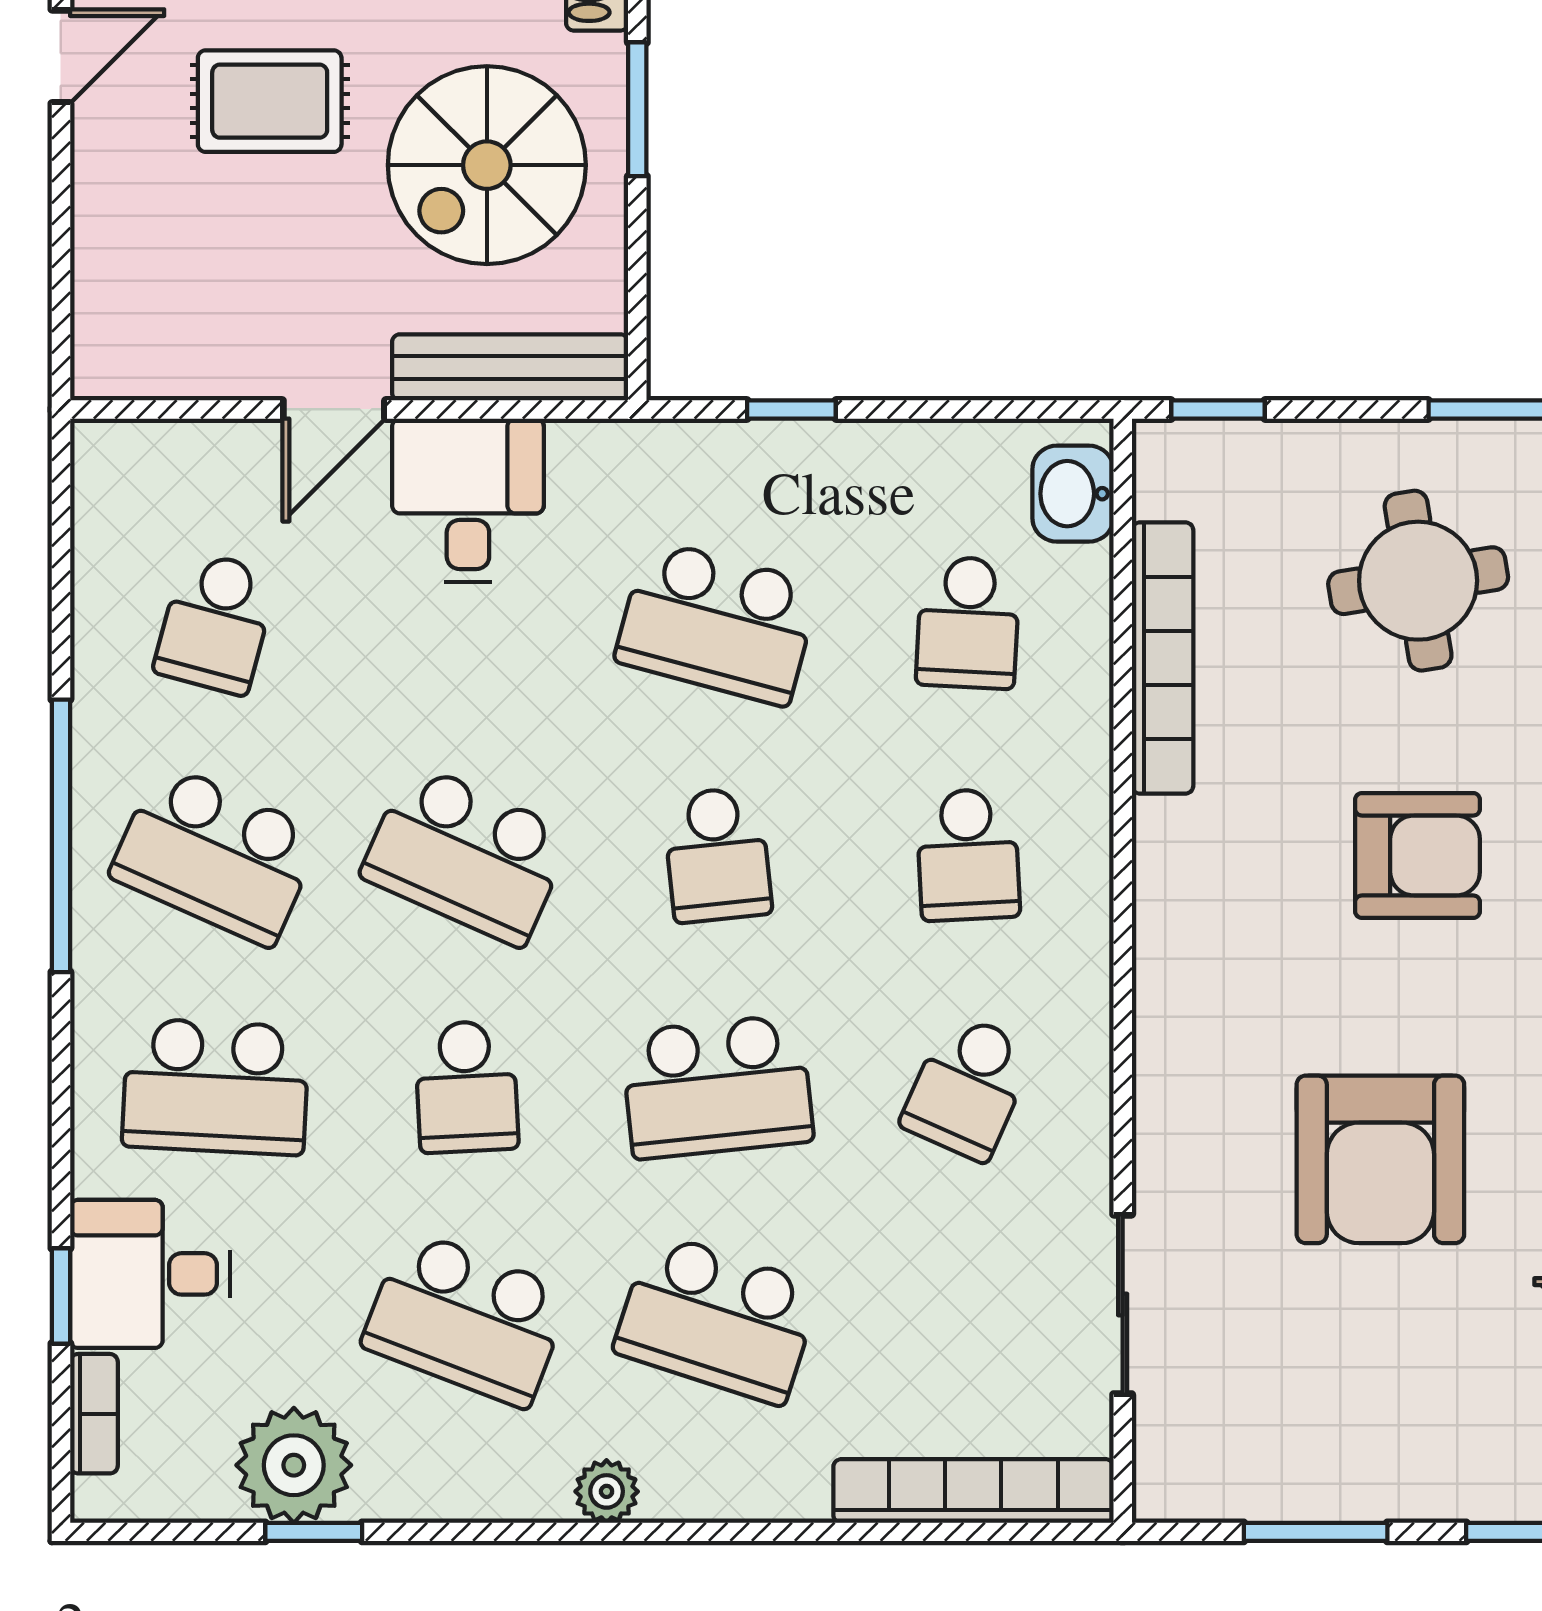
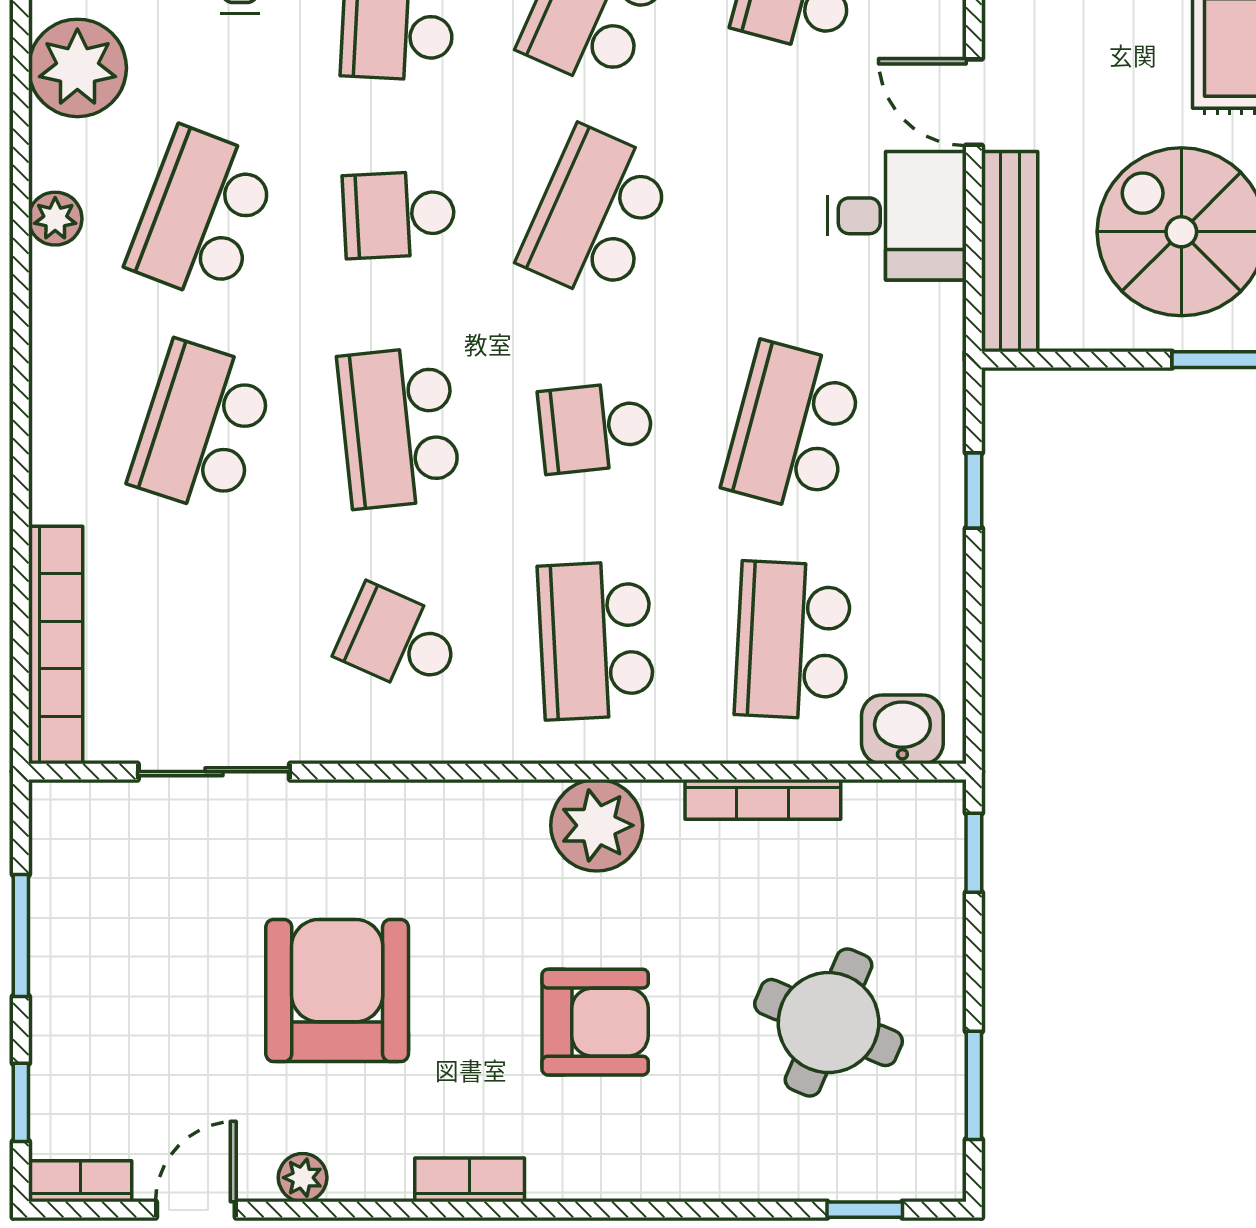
round table: (1418, 581) -> (829, 1023), turned 32
school desk: (968, 623) -> (793, 640), width x1.85
bookcase: (1163, 658) -> (763, 799), width x0.68, depth x0.76
plant: (1186, 854) -> (597, 825), added
school desk: (968, 855) -> (596, 640), width x1.85
armchair: (1418, 856) -> (595, 1022), turned -90
armchair: (1380, 1159) -> (337, 991), turned 90
plant: (607, 1491) -> (55, 219), moved
window: (314, 1532) -> (21, 85), removed

